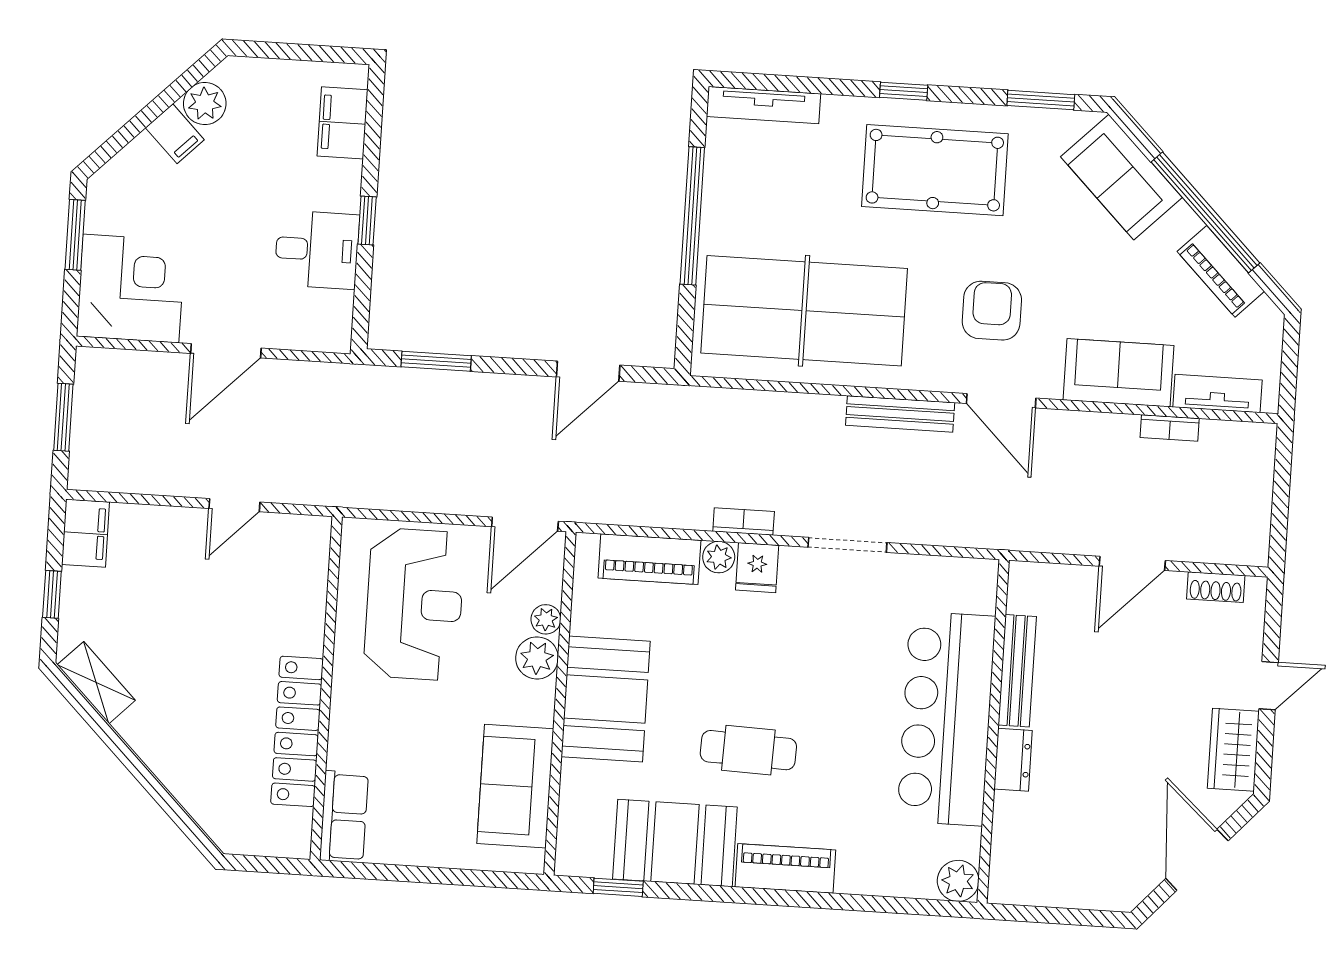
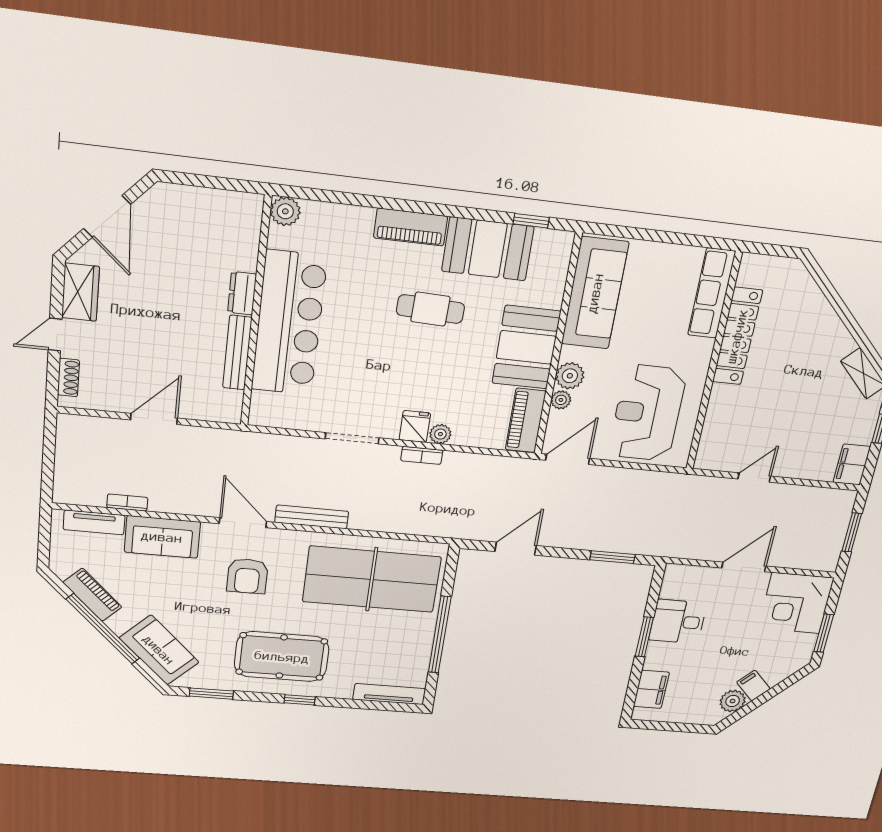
window: (367, 220) -> (644, 637), width x1.50
piano: (649, 559) -> (526, 420), moved, turned -90
shoe rack: (1216, 587) -> (68, 378), moved, turned 90
sofa: (515, 786) -> (595, 293), width x1.36
row of seats: (344, 817) -> (712, 293), width x1.48

